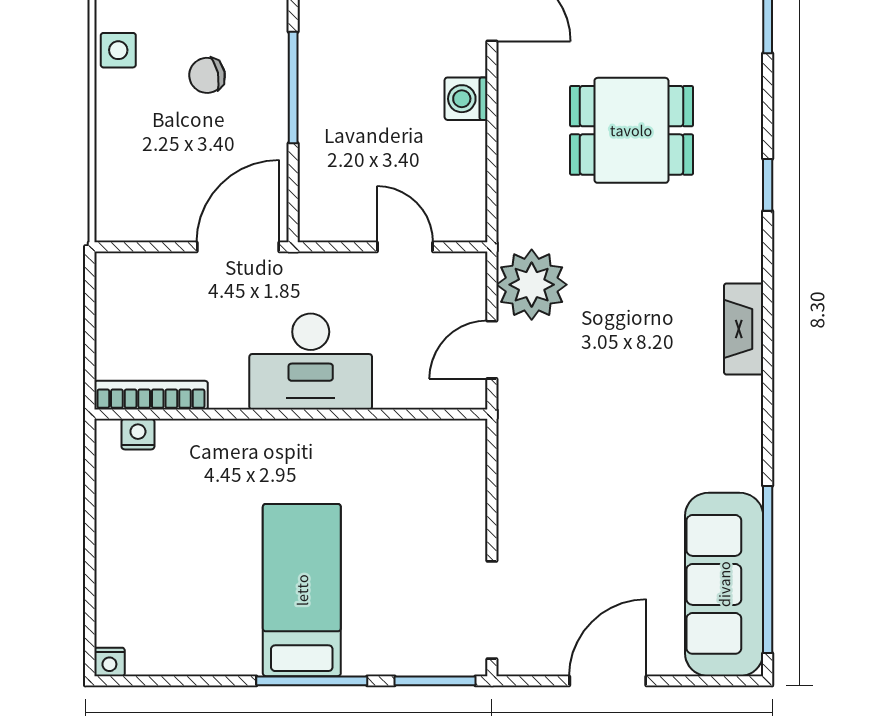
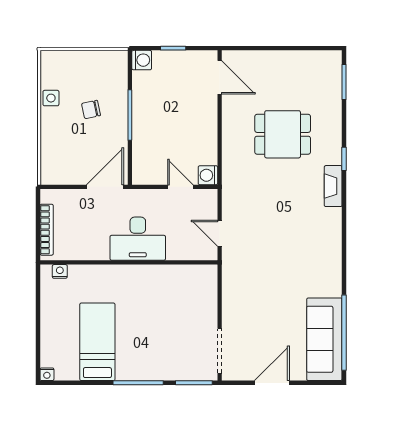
washing machine: (466, 99) -> (208, 175), moved
plant: (532, 285) -> (238, 204), removed
fireplace: (744, 329) -> (333, 186), moved
door: (492, 350) -> (220, 233), hinge flipped
bookcase: (151, 395) -> (47, 230), moved, turned 90
bed: (302, 590) -> (97, 342), moved

